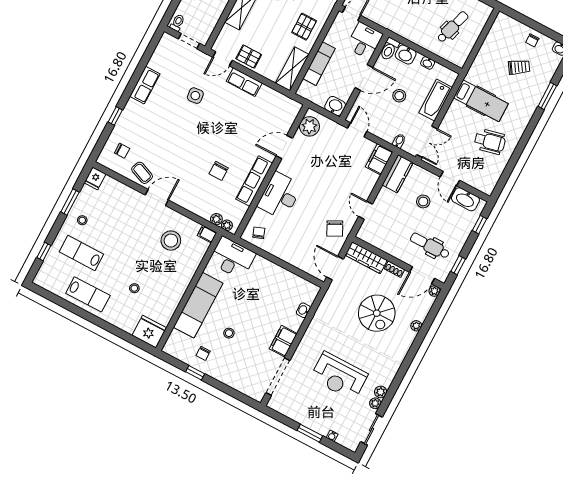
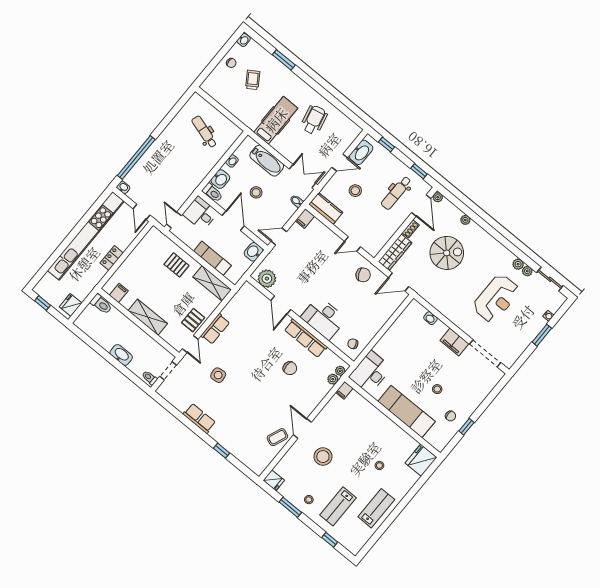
chair: (122, 151) -> (254, 451), removed
filing cabinet: (379, 159) -> (305, 218), width x0.50
stool: (171, 241) -> (323, 457), moved

